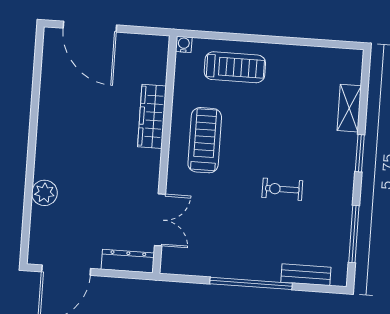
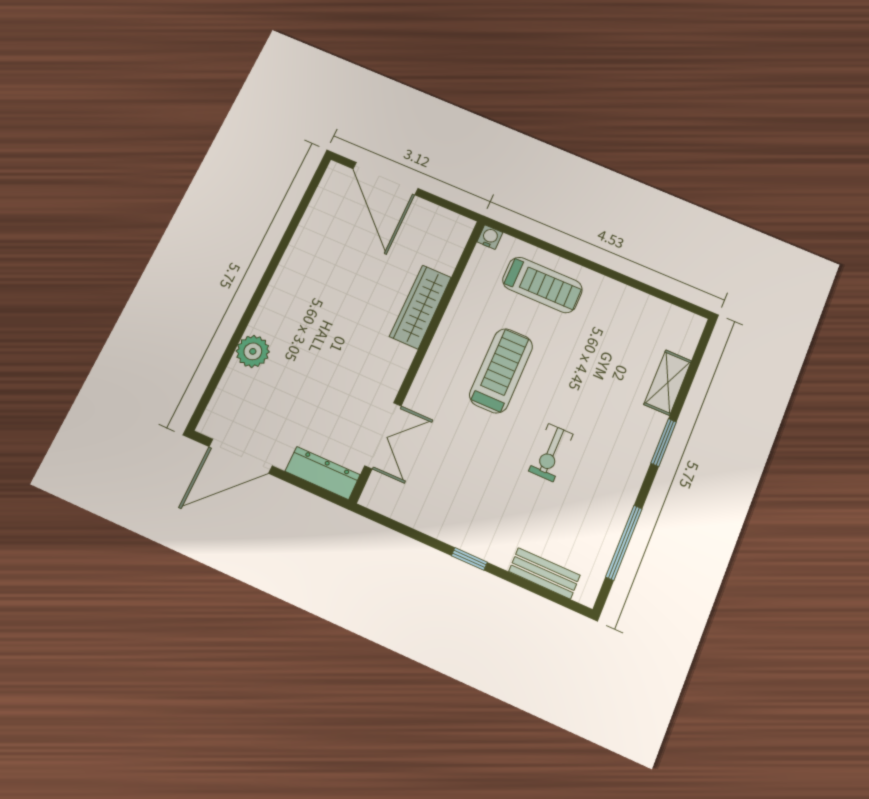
treadmill: (205, 140) -> (501, 371), moved
exercise bike: (282, 189) -> (551, 453), turned -90
window: (251, 283) -> (469, 559), width x0.32

